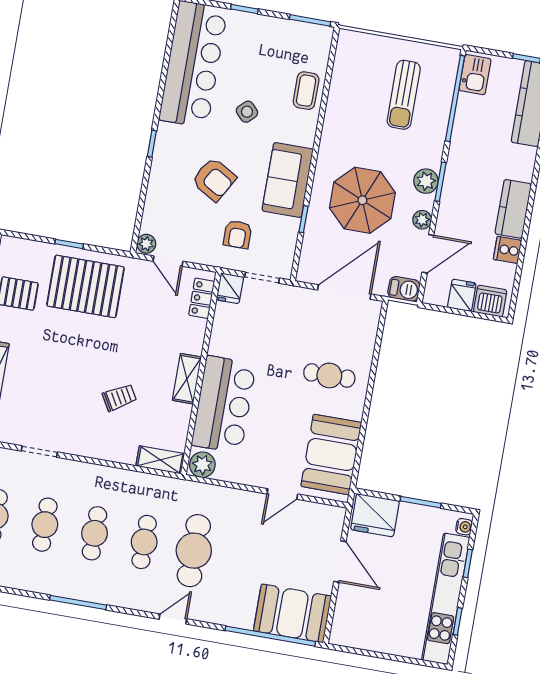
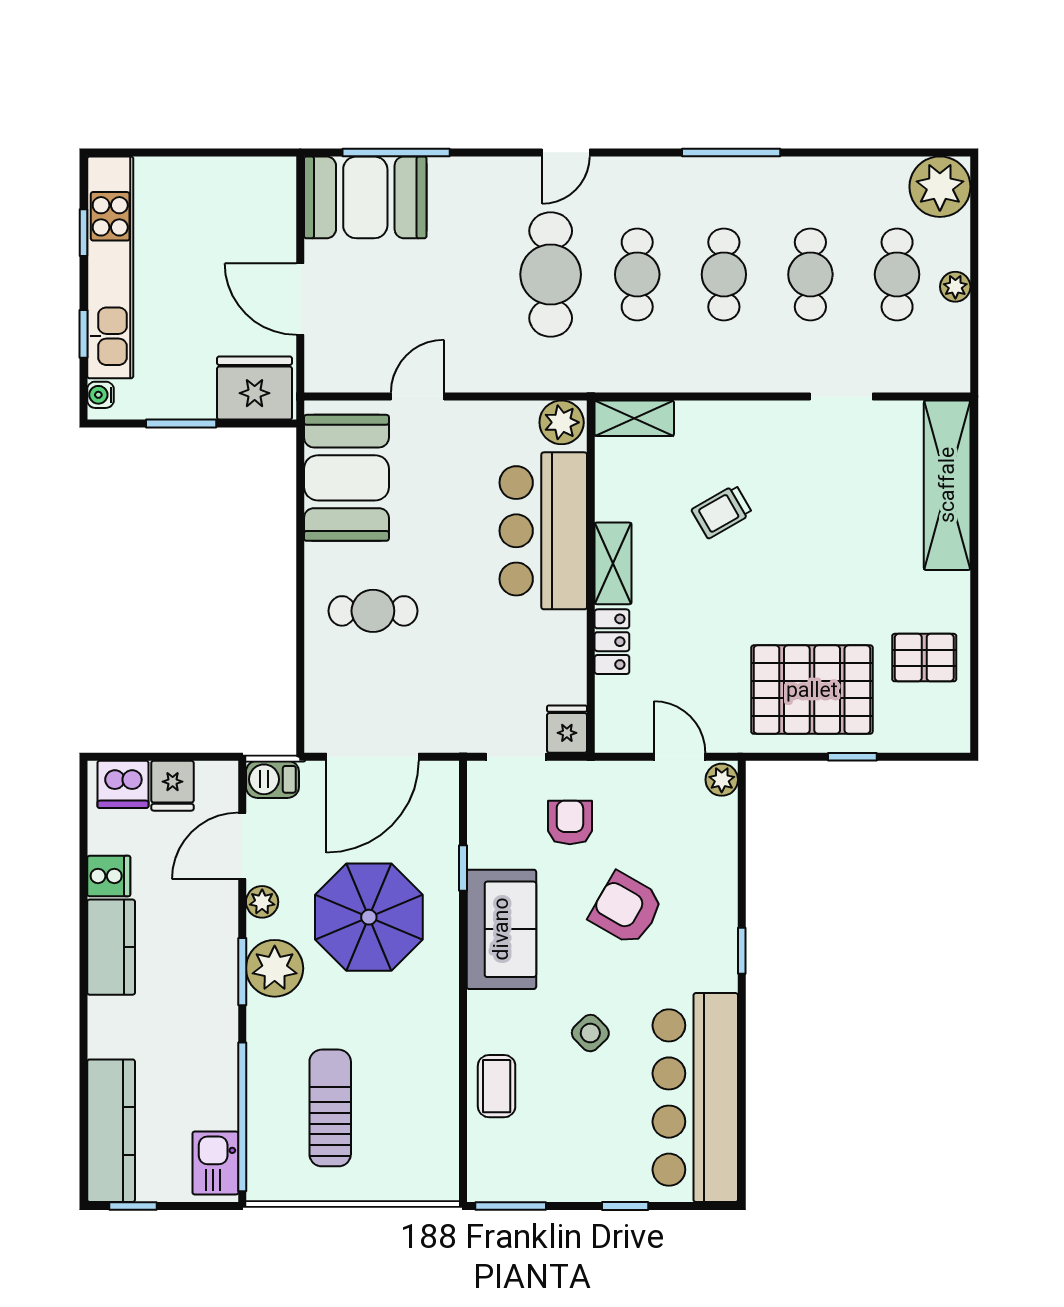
plant: (426, 181) -> (275, 968), width x1.36, depth x1.36
locker: (202, 298) -> (612, 642), moved
window: (270, 636) -> (396, 152), width x0.68

